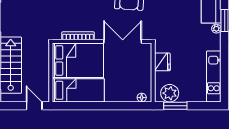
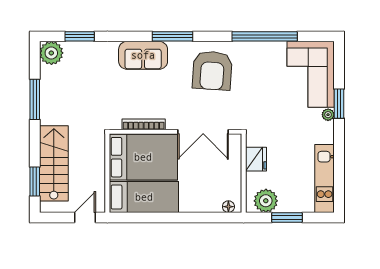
double door: (123, 41) -> (203, 132), swing flipped
door: (34, 106) -> (85, 217), hinge flipped
window: (175, 106) -> (287, 217), moved

